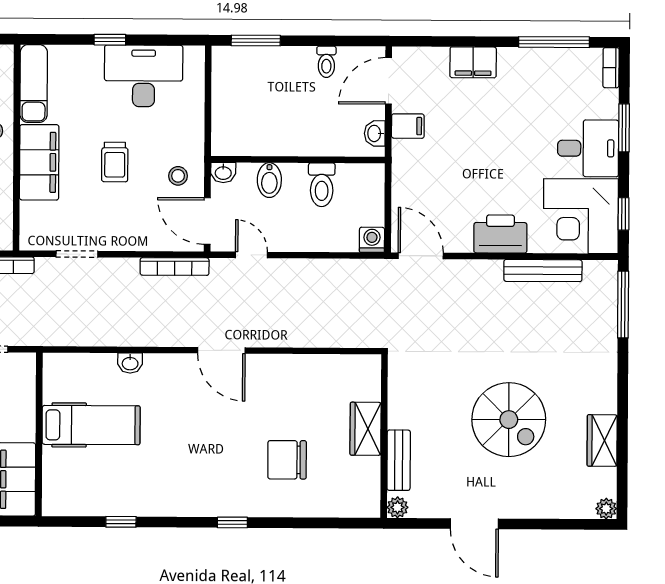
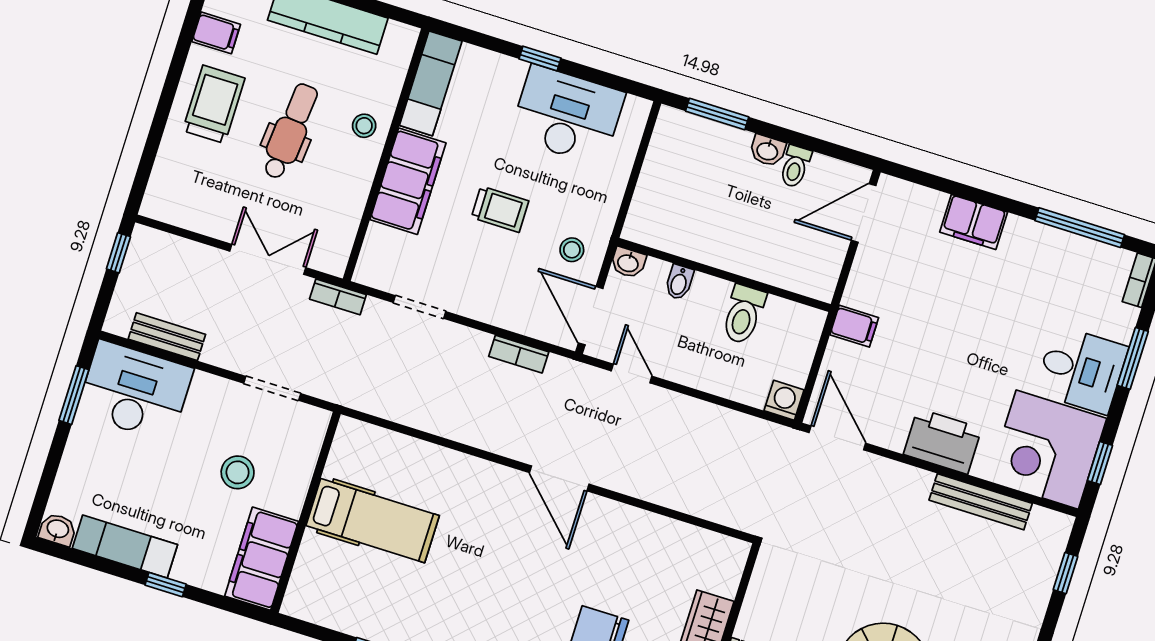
filing cabinet: (408, 126) -> (854, 326), moved
washbasin: (375, 133) -> (767, 151), moved, turned -90
trolley: (115, 162) -> (500, 209), turned -90
bidet: (269, 180) -> (679, 282), width x0.72, depth x0.74
bookcase: (175, 267) -> (519, 354), width x0.64
window: (623, 305) -> (1065, 573), width x0.46
washbasin: (130, 363) -> (443, 460), removed

